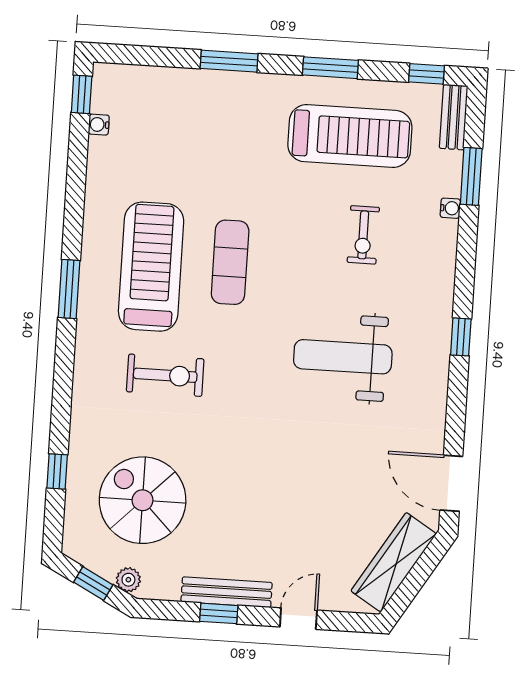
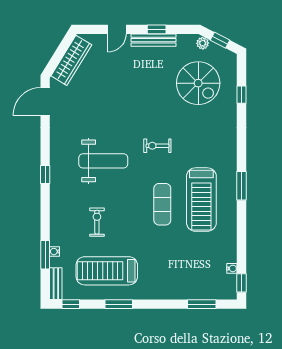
window: (229, 61) -> (202, 304), moved
water cooler: (450, 208) -> (55, 252), moved
exercise bike: (165, 375) -> (157, 146), moved, width x0.73, depth x0.72
door: (451, 483) -> (45, 102), swing flipped

